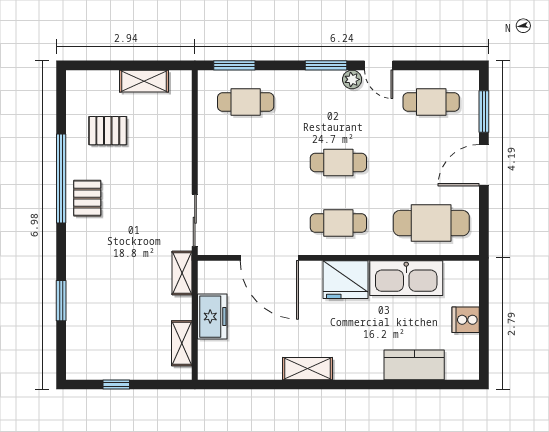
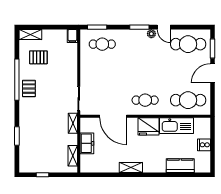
shelving: (144, 81) -> (30, 34), moved
filing cabinet: (181, 84) -> (72, 36), added
cafe table: (431, 102) -> (188, 44), width x1.37, depth x1.35
cafe table: (338, 163) -> (145, 72), removed

